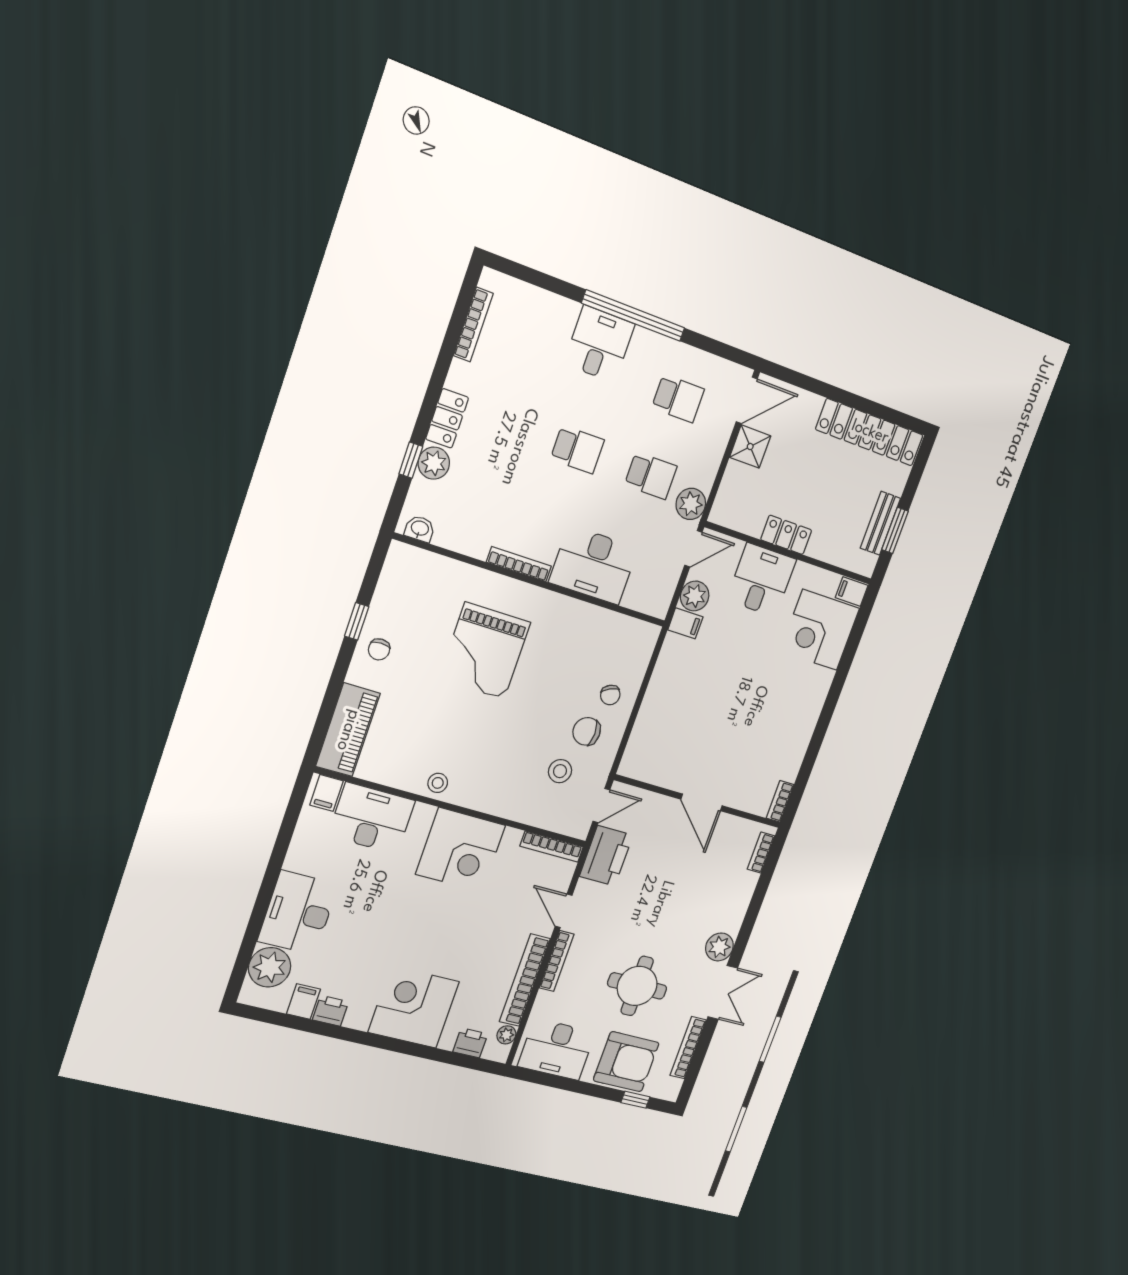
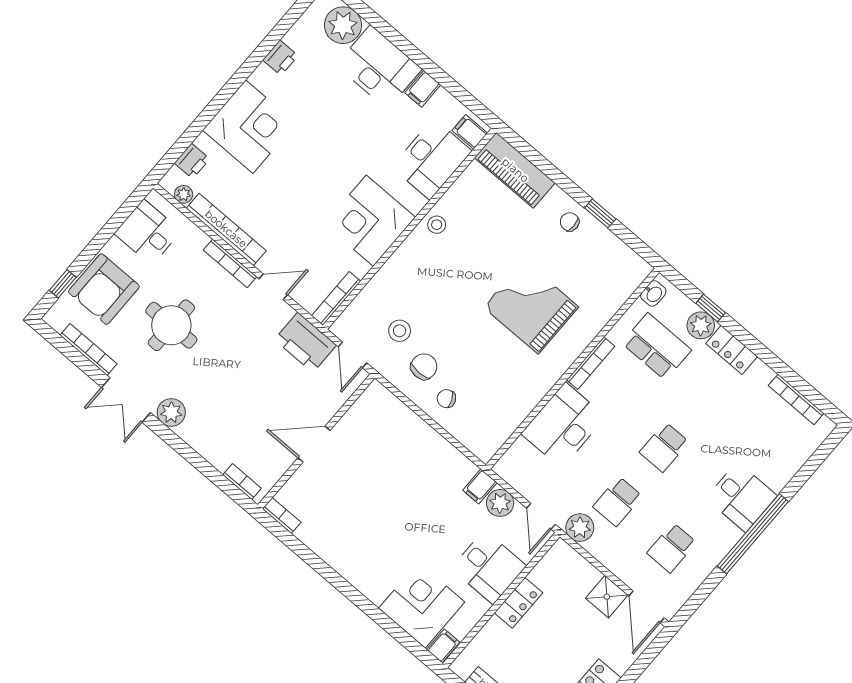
school desk: (475, 502) -> (657, 347), added
filing cabinet: (303, 1001) -> (423, 89), moved, turned 90
desk: (557, 1049) -> (148, 232), width x0.73

